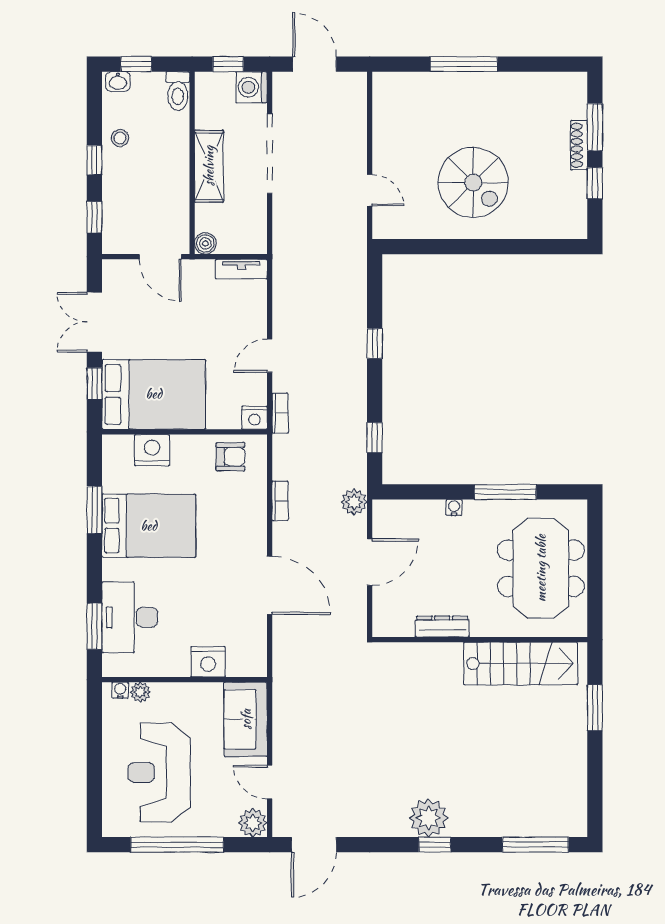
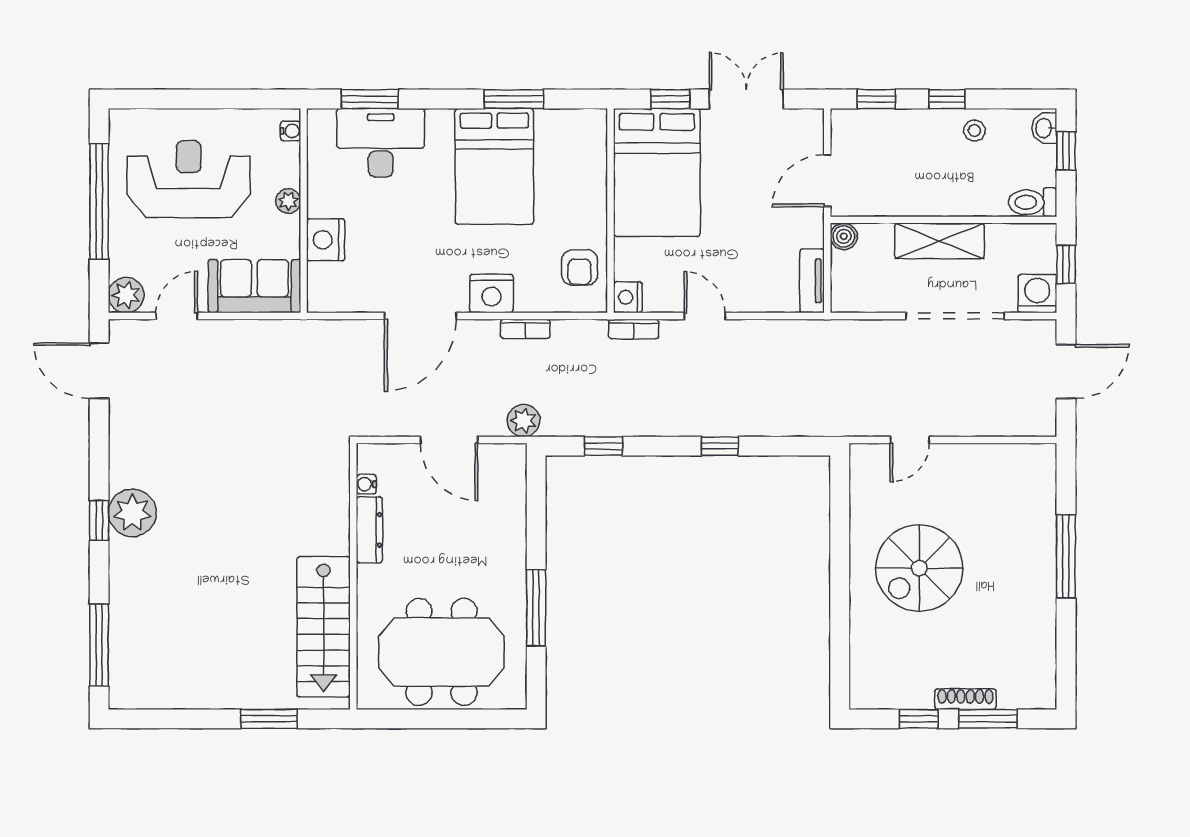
nightstand: (152, 450) -> (491, 293), moved, turned 90
water cooler: (454, 507) -> (366, 484), moved, turned 180
plant: (140, 692) -> (288, 201), moved

